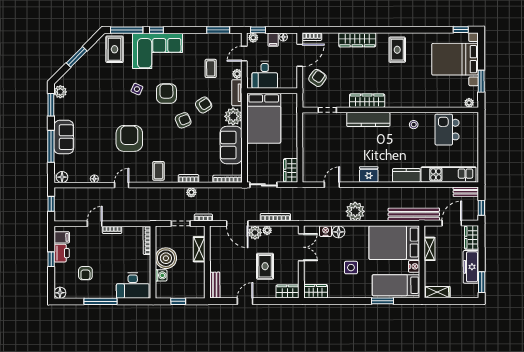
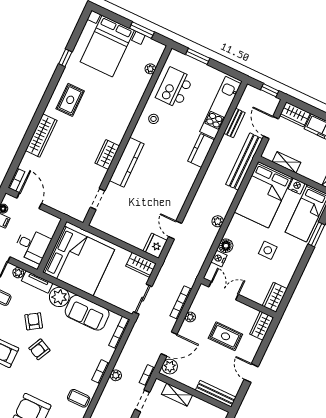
window: (461, 30) -> (65, 58), moved
rug: (397, 50) -> (70, 100), turned 90
armchair: (317, 78) -> (61, 194), removed
wardrobe: (367, 101) -> (107, 155), width x0.67
plant: (469, 103) -> (150, 69), moved
bed: (264, 118) -> (79, 261), width x1.36
armchair: (183, 120) -> (39, 349), turned -132
kitchen island: (447, 130) -> (174, 88), turned 90
window: (481, 136) -> (198, 56), added
fridge: (369, 174) -> (155, 246), moved
bench: (466, 192) -> (234, 123), moved
plant: (355, 211) -> (218, 221), width x0.53, depth x0.53
plant: (255, 233) -> (170, 367), moved
bench: (215, 285) -> (216, 394), width x1.36

